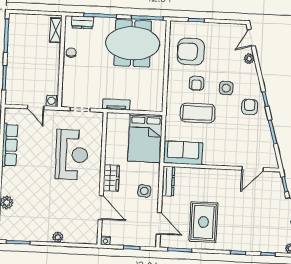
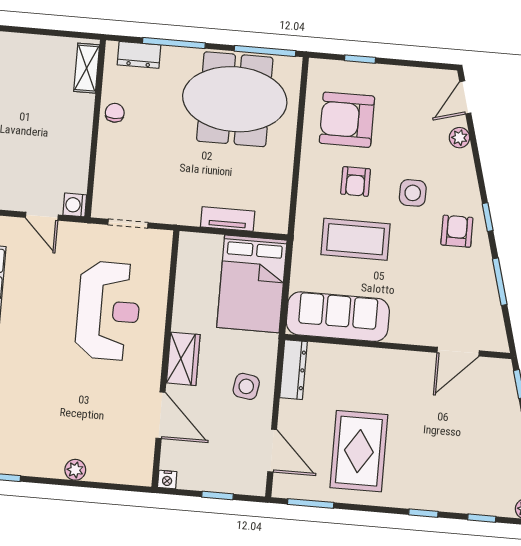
tv unit: (116, 104) -> (228, 219), moved
sofa: (183, 153) -> (338, 317), width x1.36

